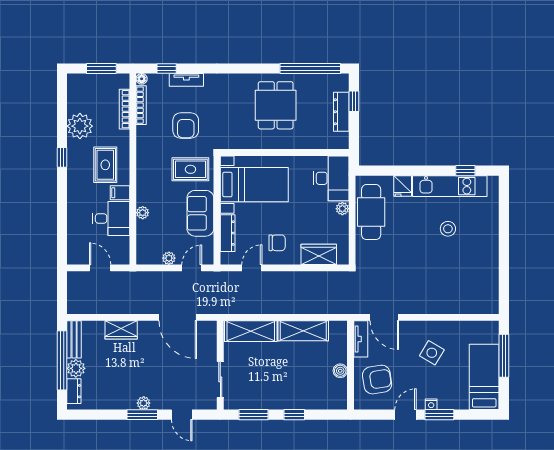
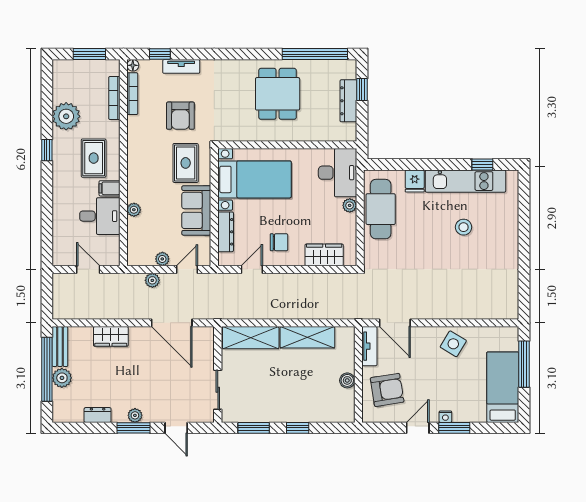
rug: (190, 169) -> (186, 163), turned 90
plant: (160, 278) -> (152, 280), added
side table: (432, 353) -> (453, 344), moved
dresser: (74, 391) -> (98, 415), moved, turned -90

